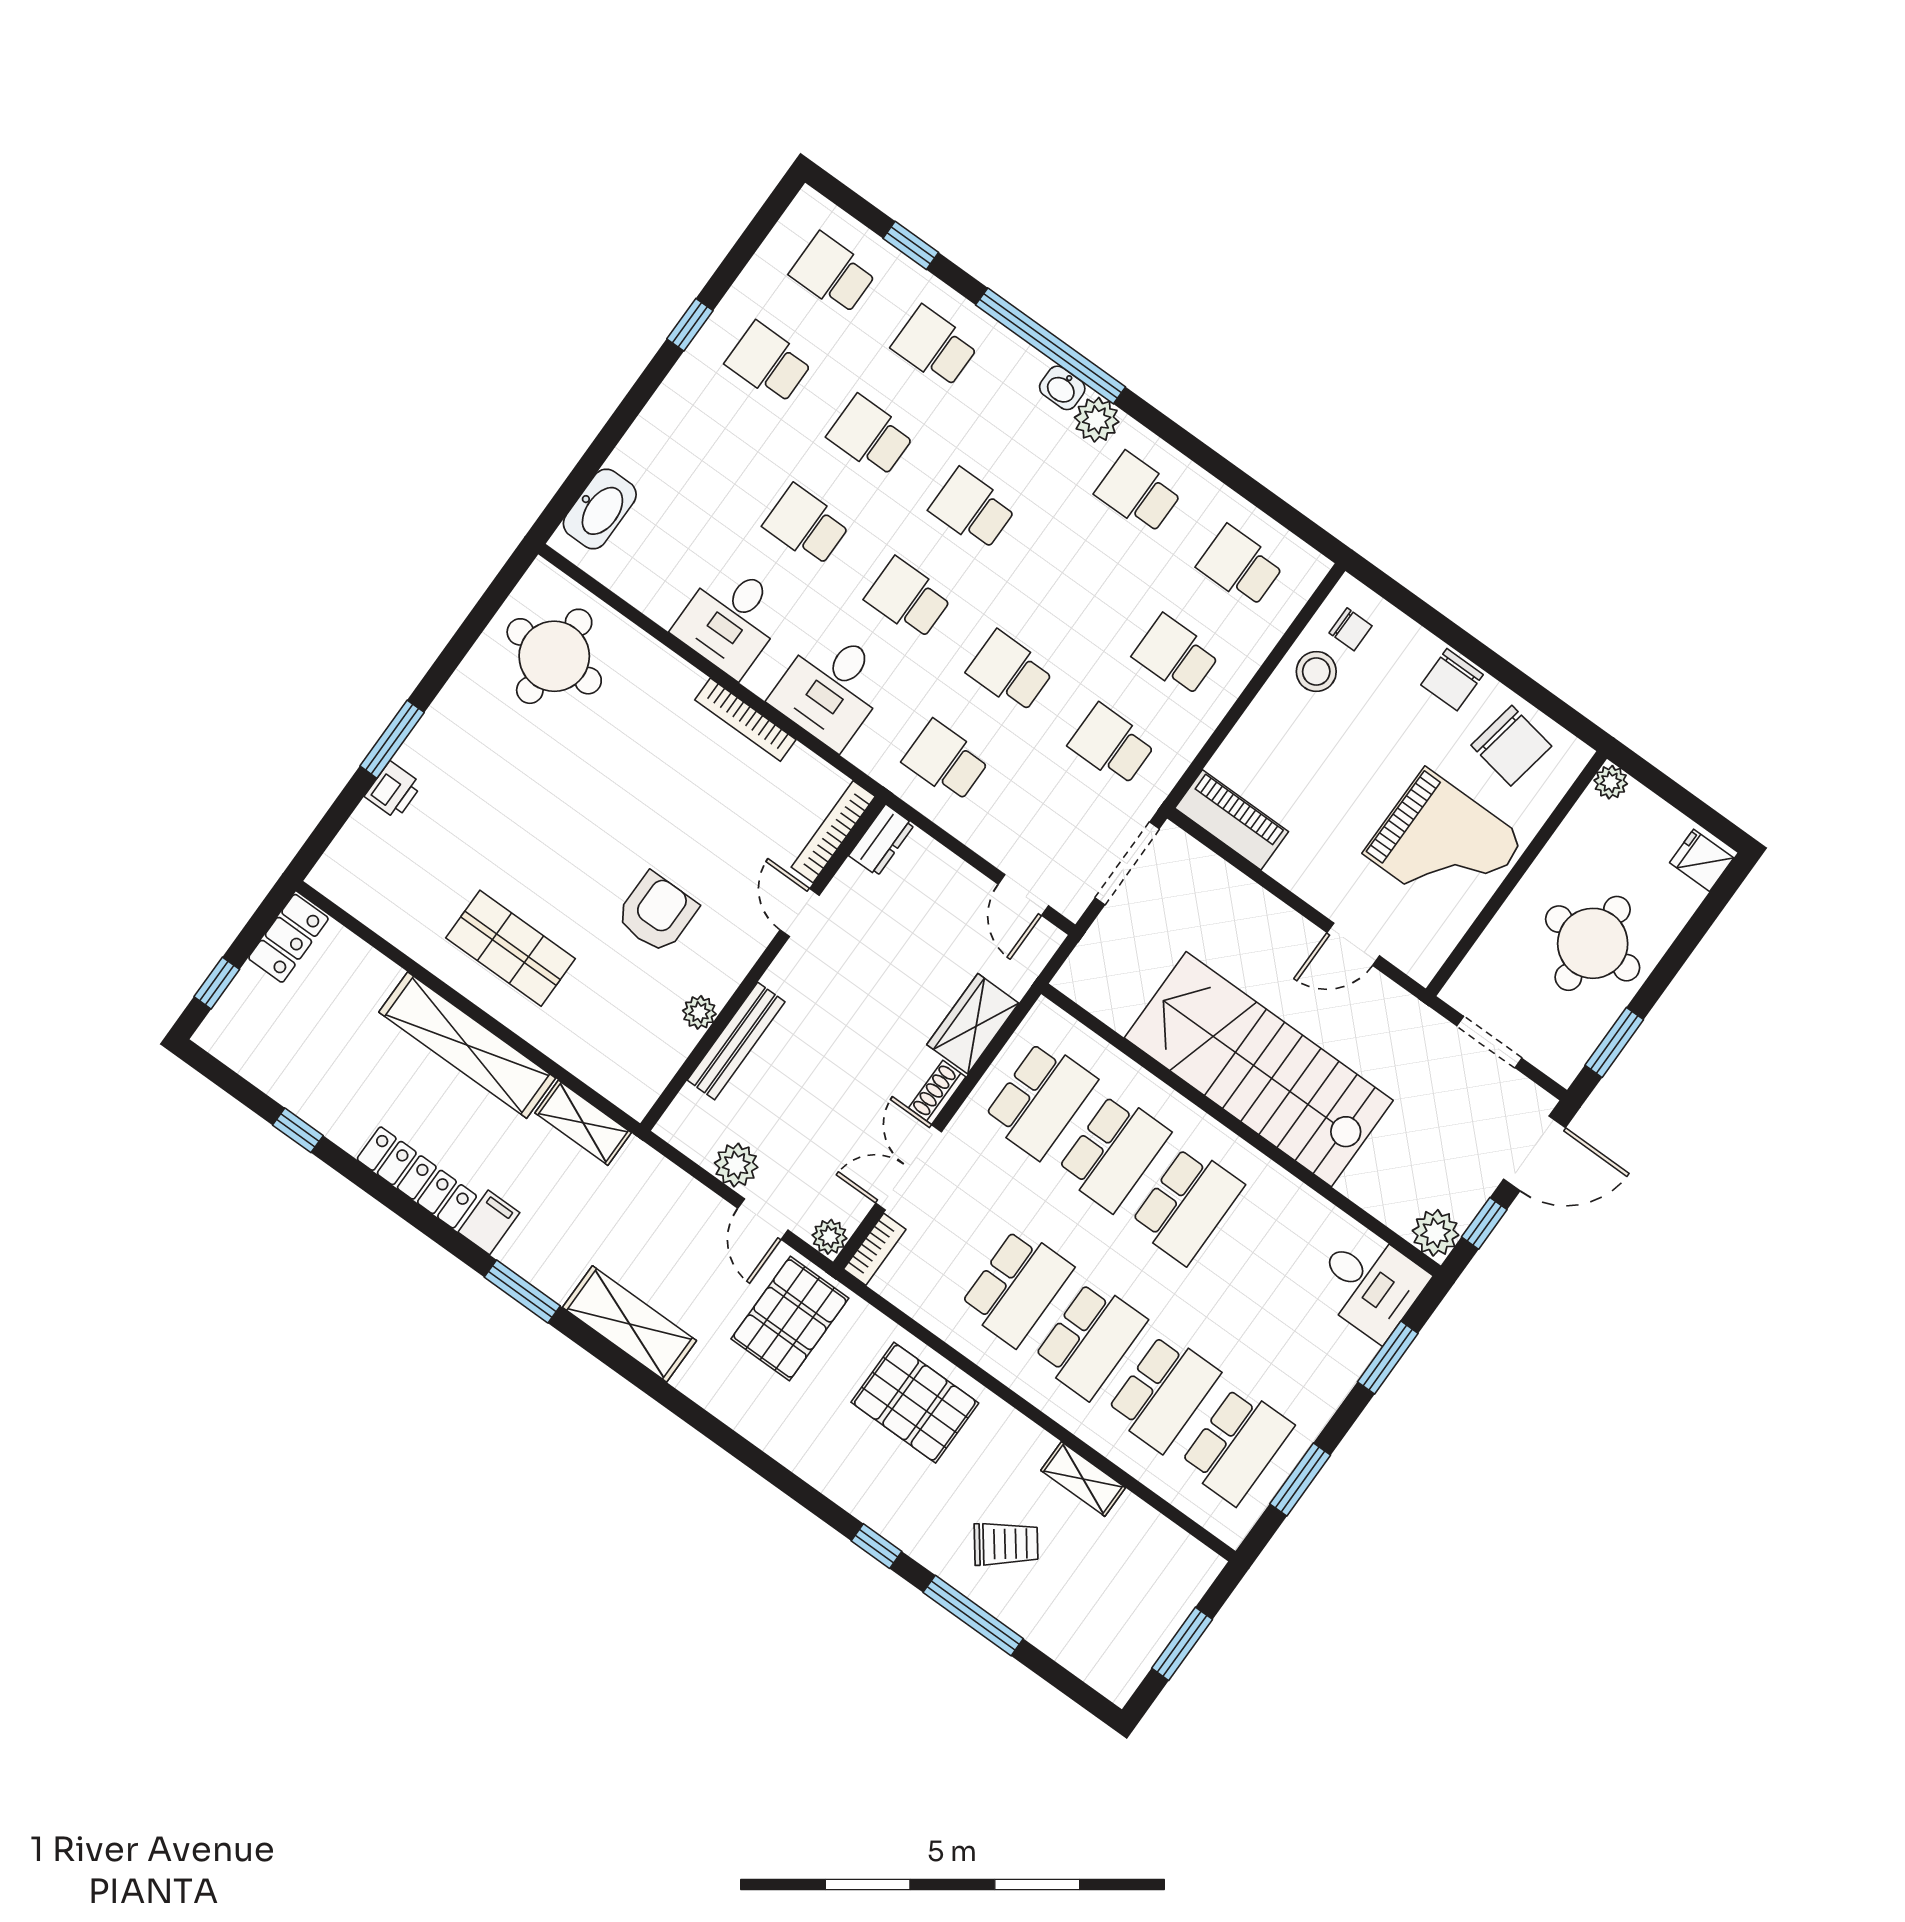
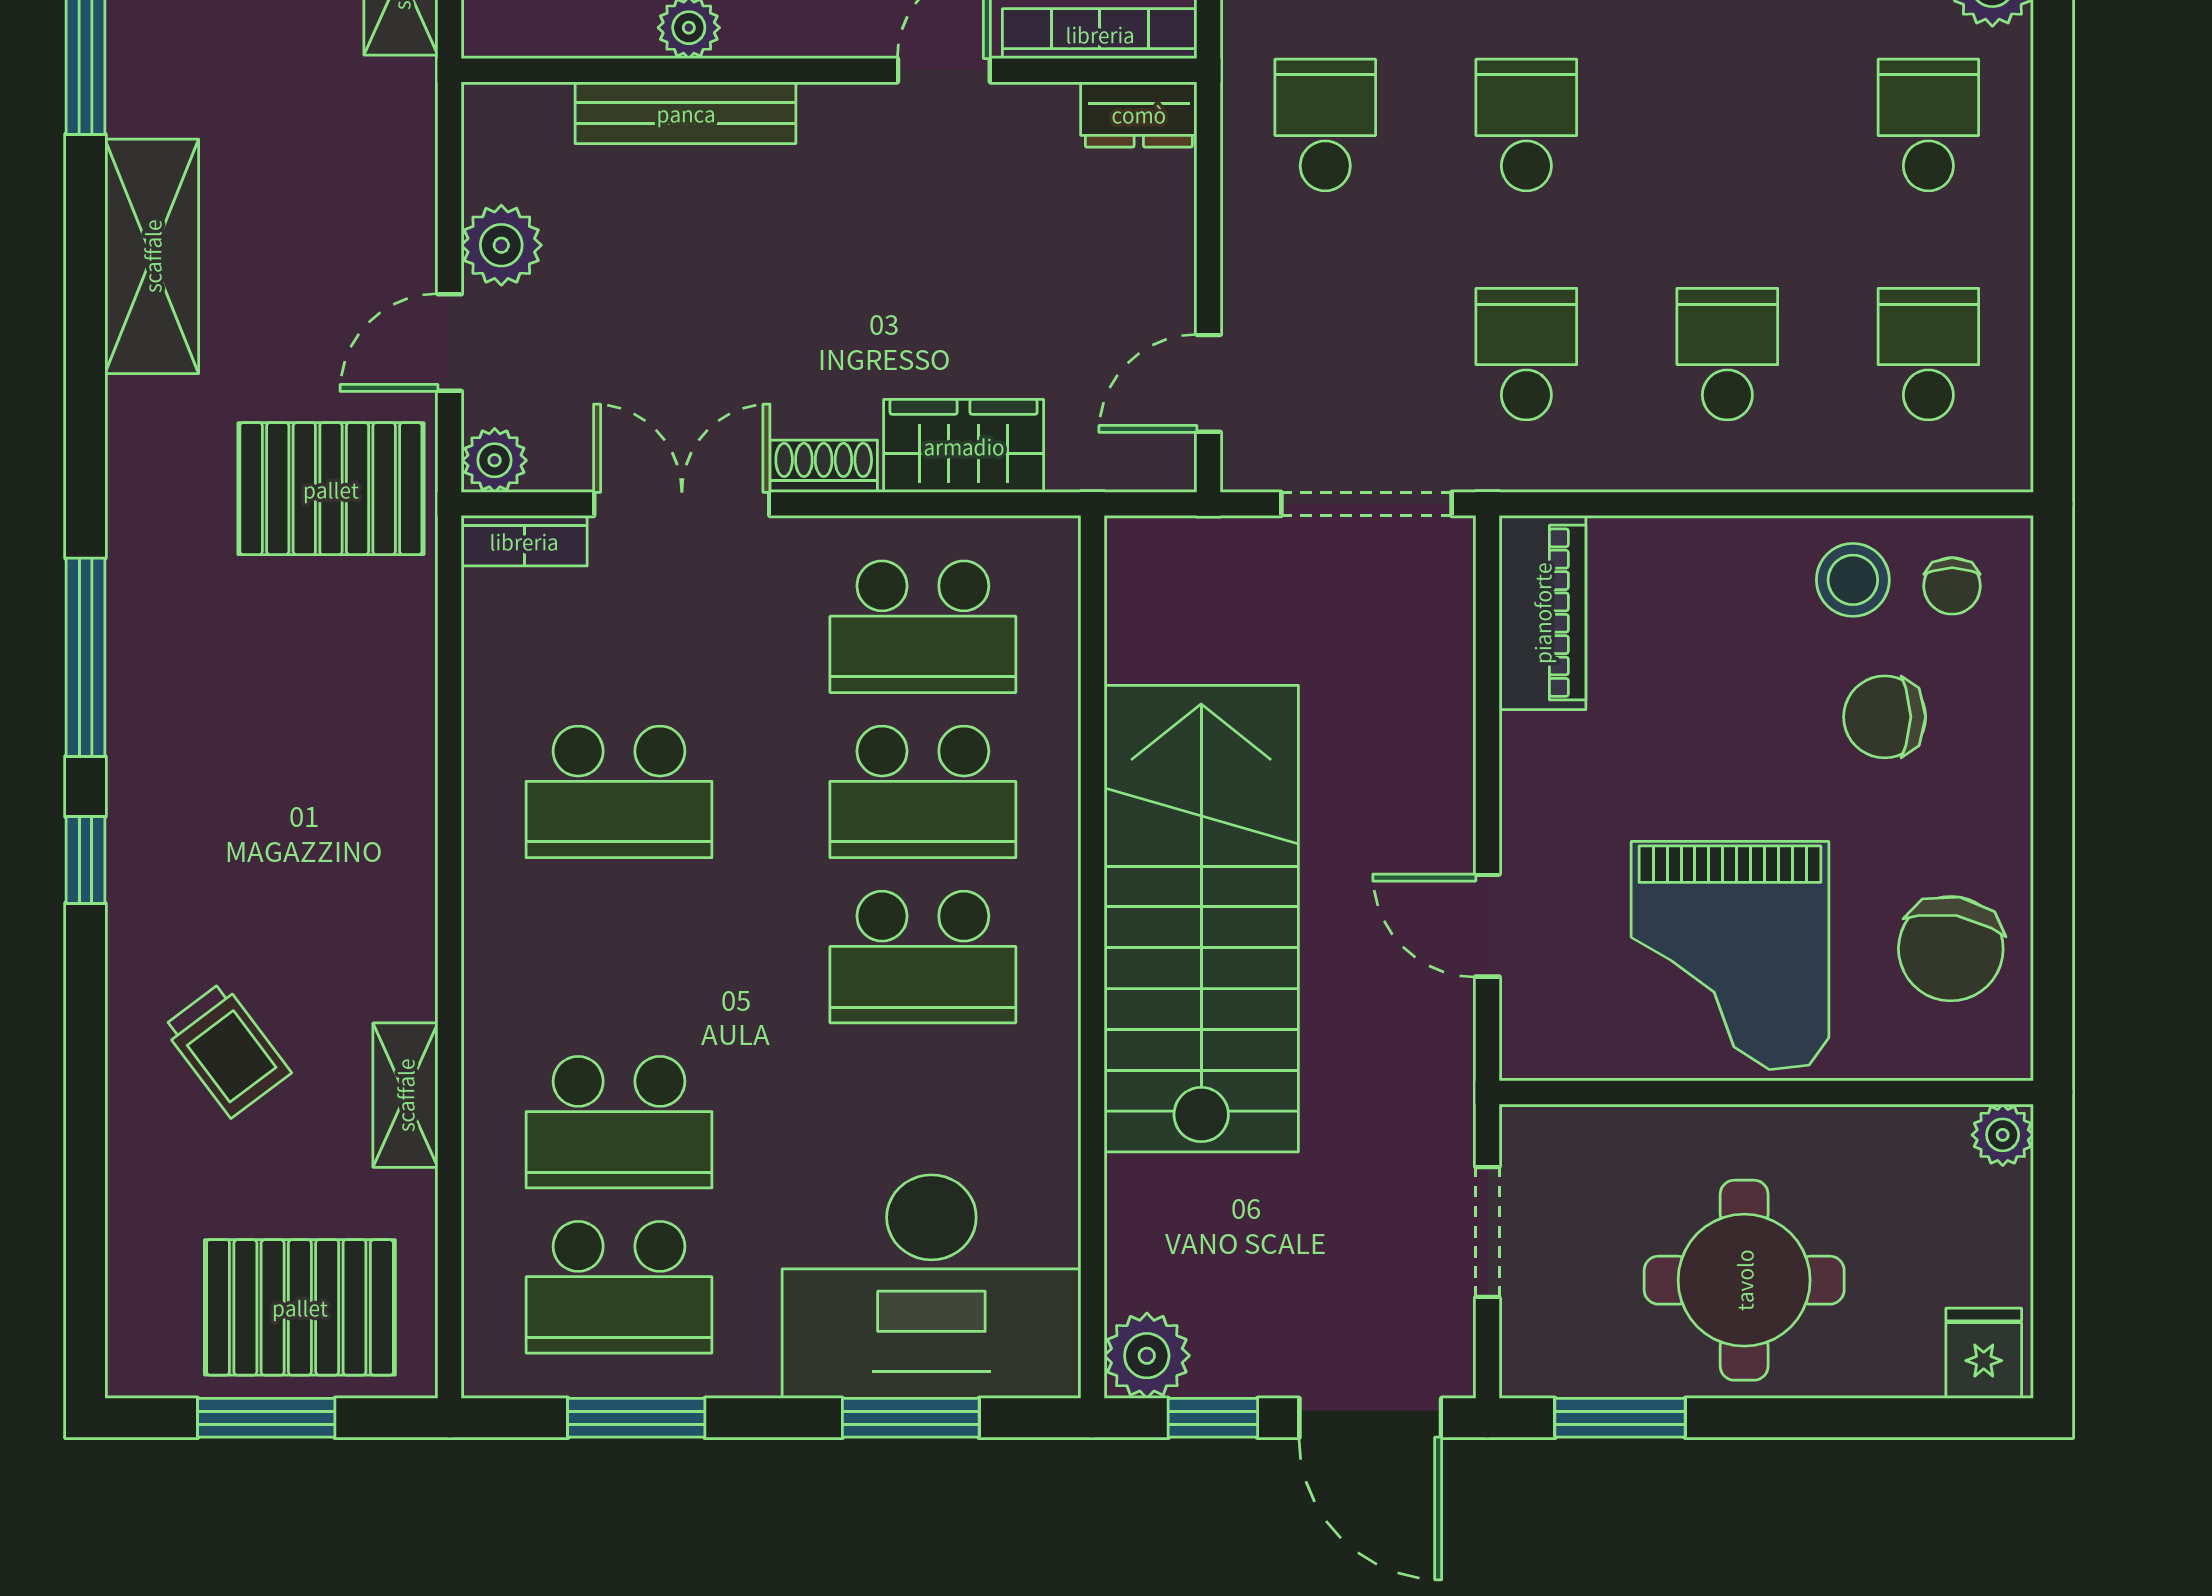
chair: (1452, 680) -> (1885, 717), moved
desk: (1370, 1284) -> (931, 1287), width x1.87, depth x1.30
school desk: (1090, 1340) -> (619, 957), removed
pallet: (915, 1403) -> (300, 1307), moved, turned 90
window: (973, 1615) -> (85, 657), moved

